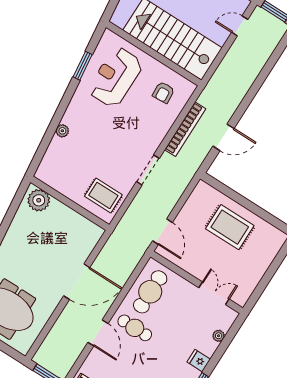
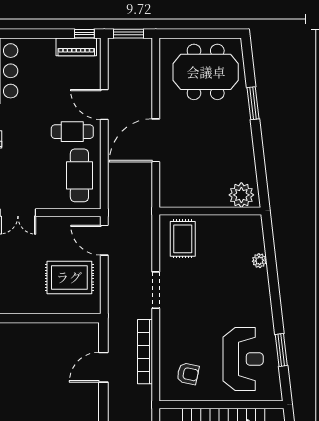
armchair: (164, 92) -> (188, 374), turned 106
plant: (62, 131) -> (259, 261), moved
rug: (103, 195) -> (183, 239), turned 90
rug: (230, 227) -> (69, 277), moved

